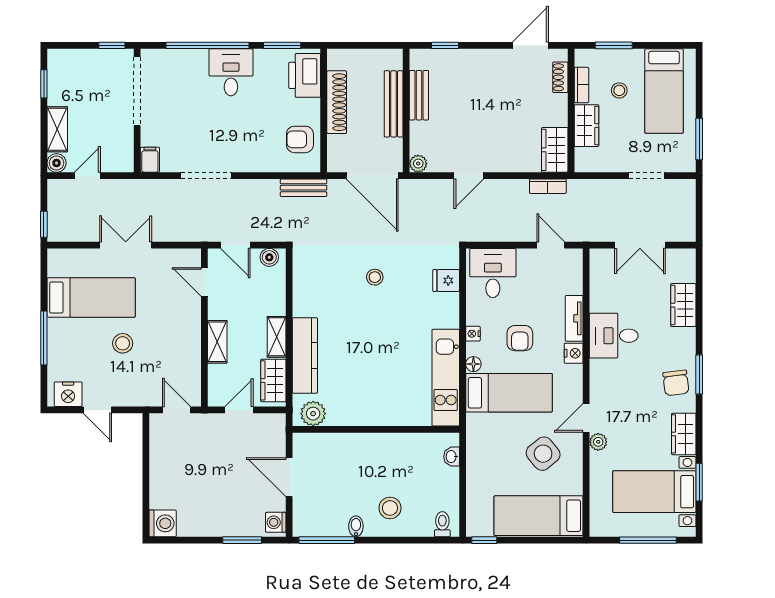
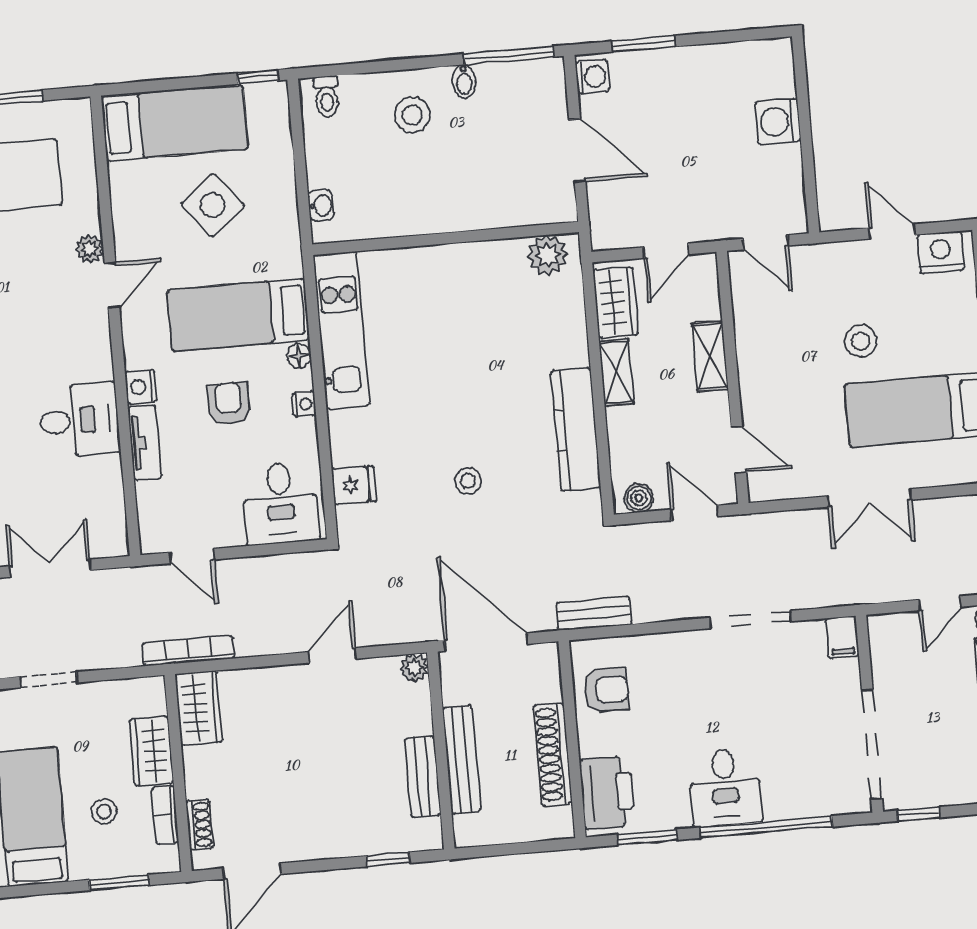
bookcase: (548, 186) -> (188, 651), width x1.56
kitchen counter: (305, 355) -> (576, 429), moved
side table: (543, 454) -> (213, 205), moved
washing machine: (163, 523) -> (778, 122), moved

